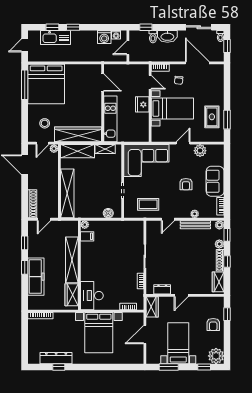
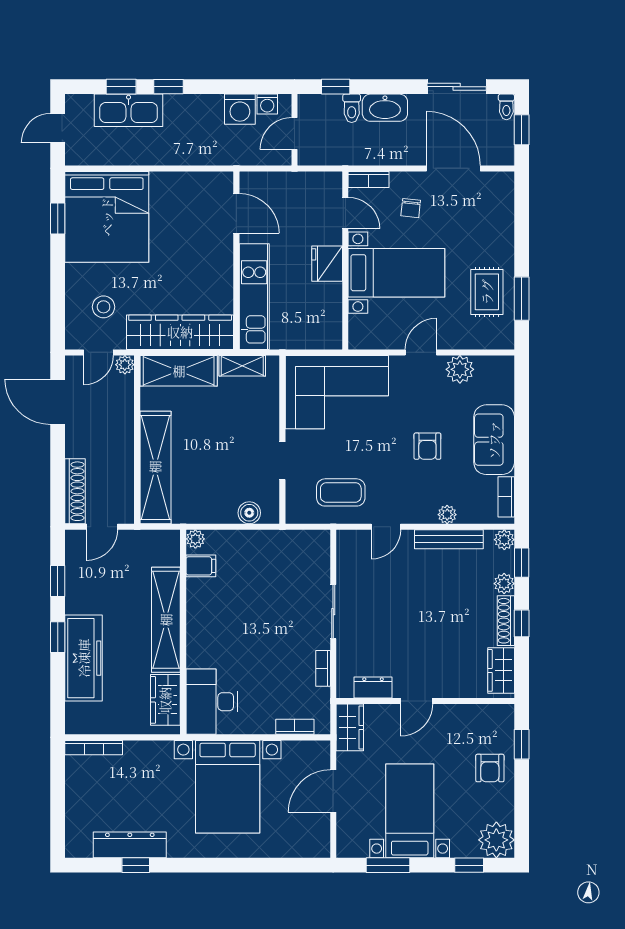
window: (25, 85) -> (58, 218), width x0.46

